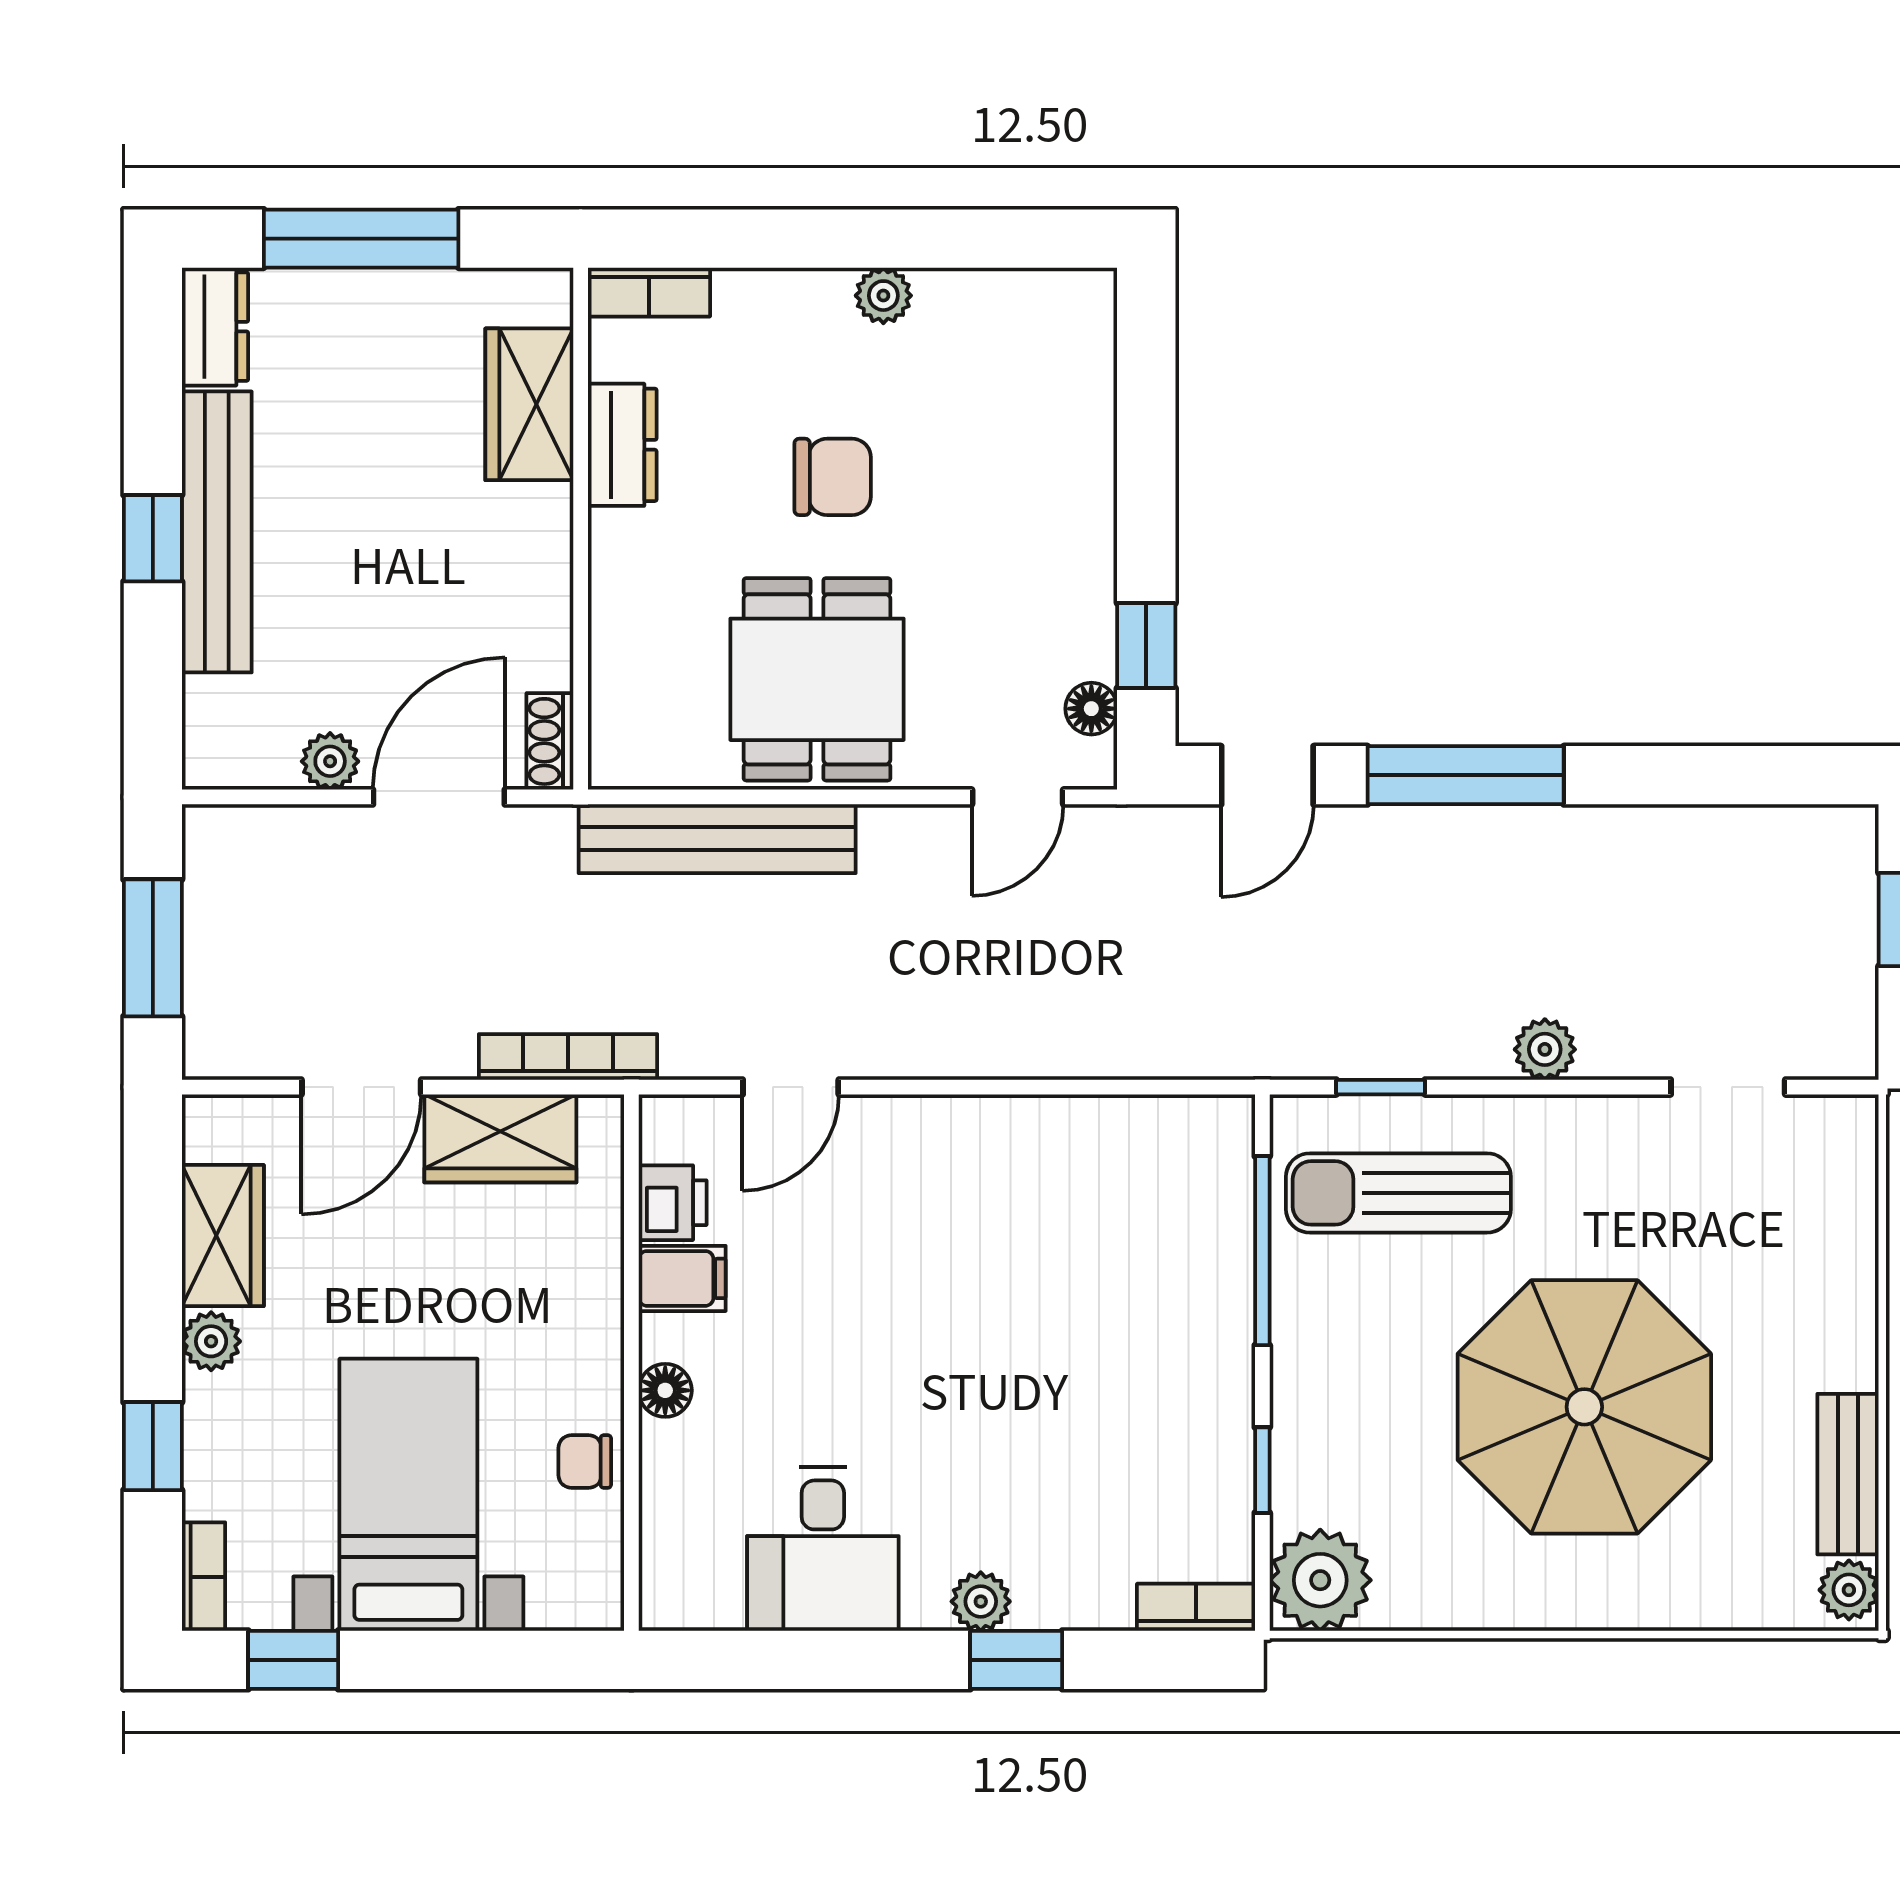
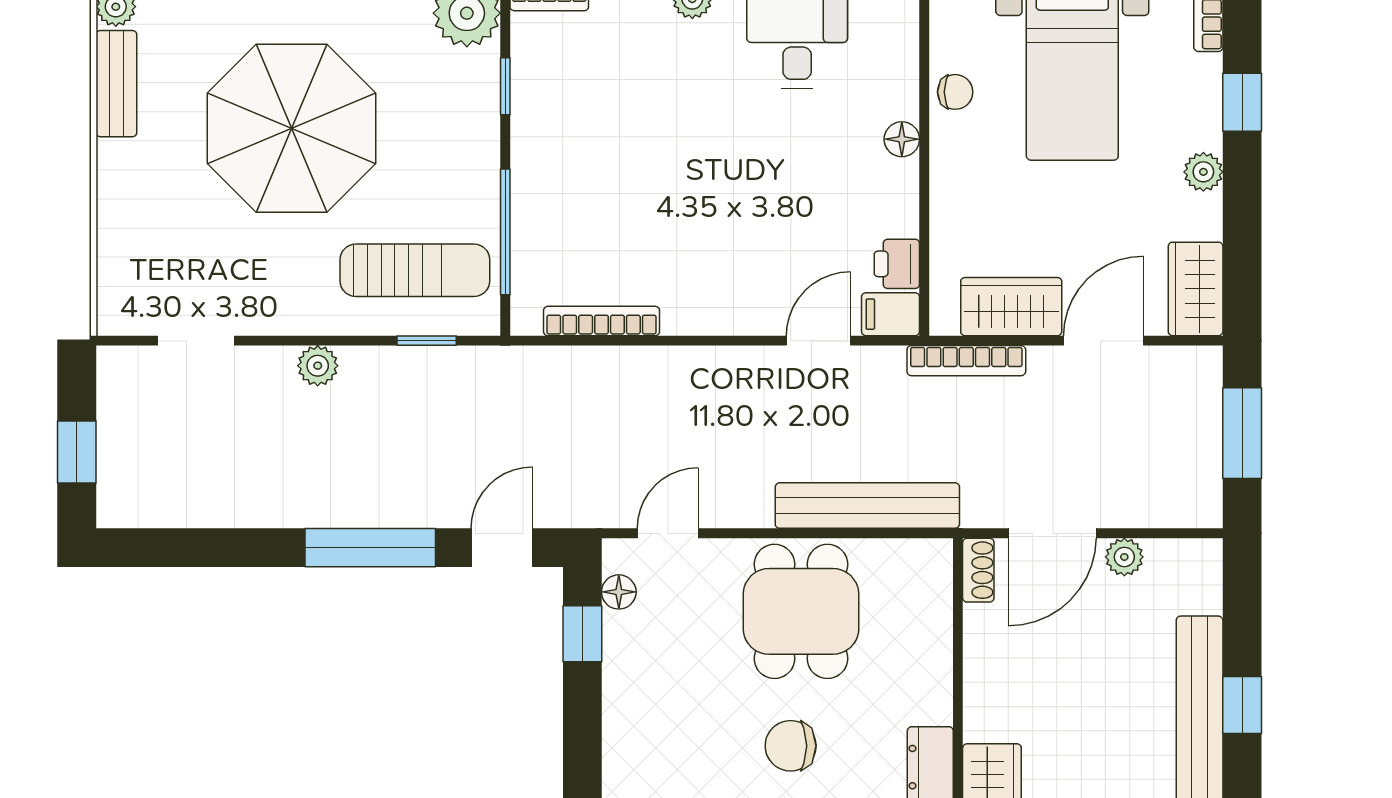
bookcase: (1117, 1117) -> (602, 321), added
wardrobe: (223, 1236) -> (1196, 289), moved
filing cabinet: (682, 1278) -> (891, 314), moved

